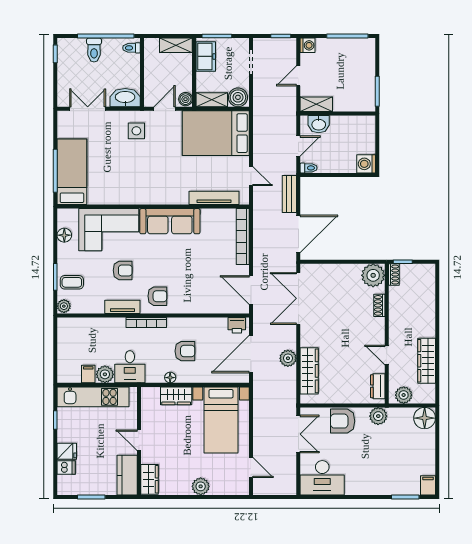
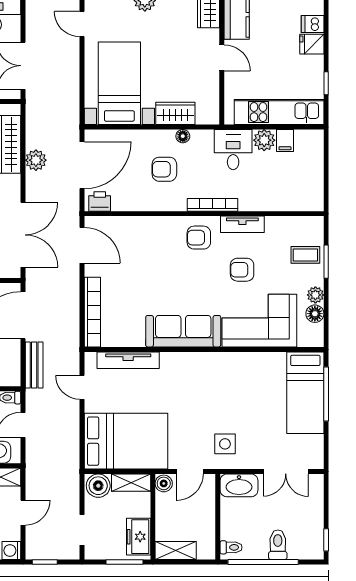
plant: (64, 306) -> (315, 295), moved

